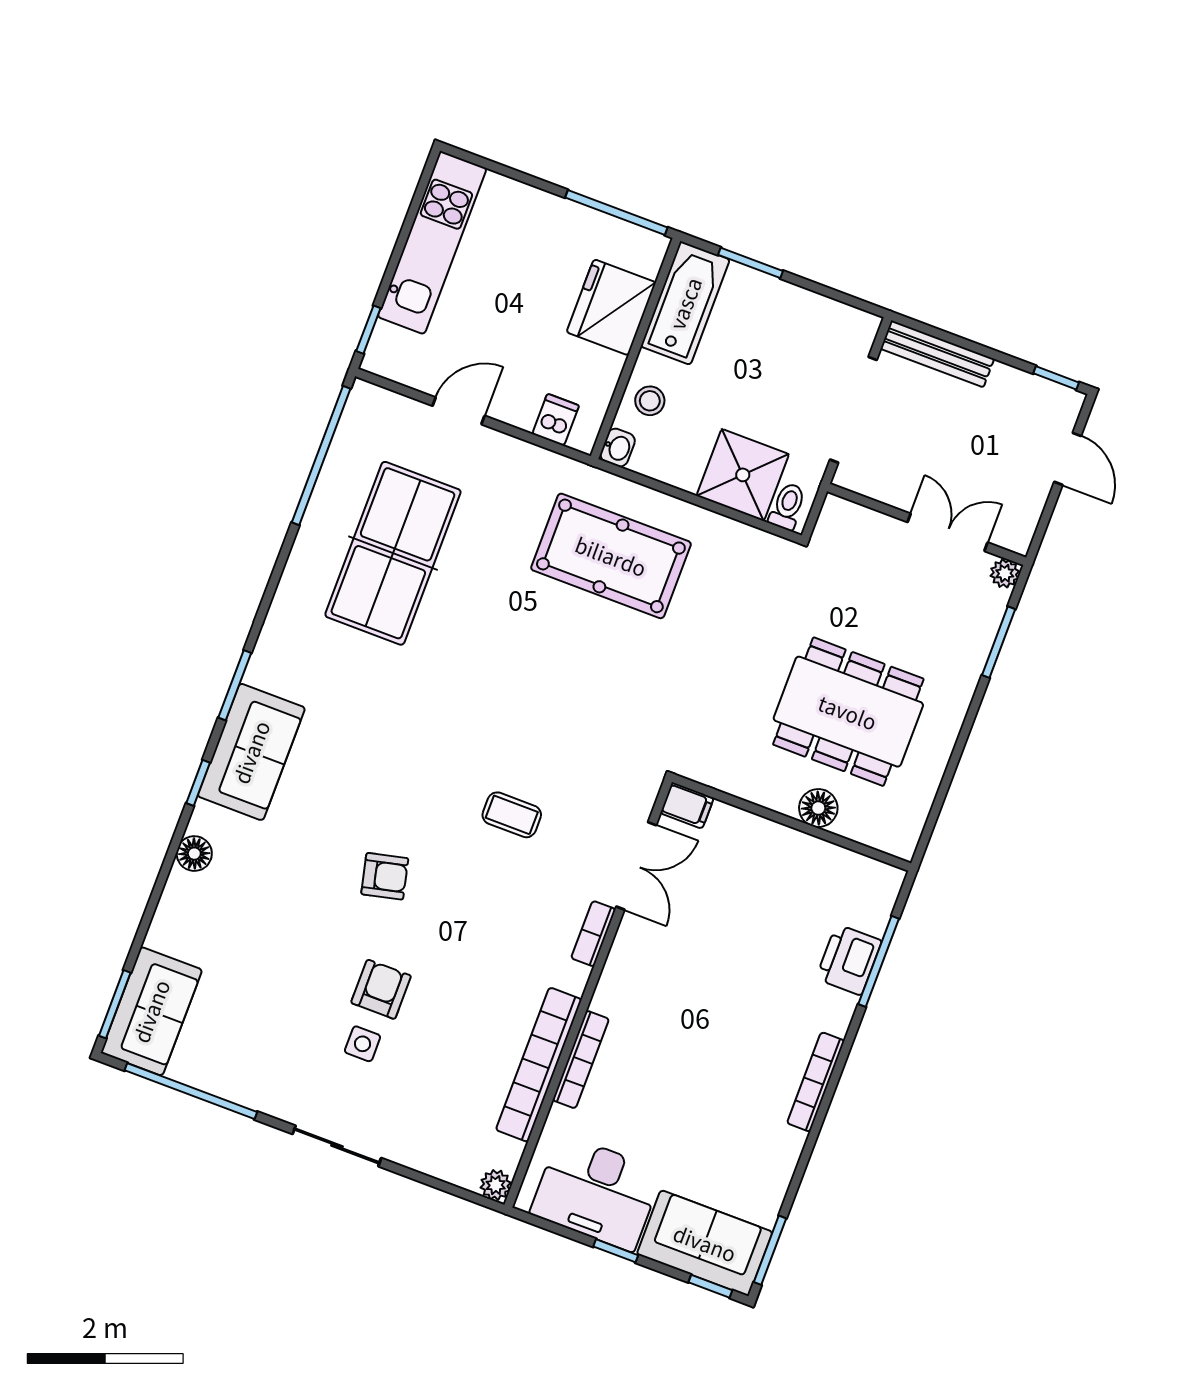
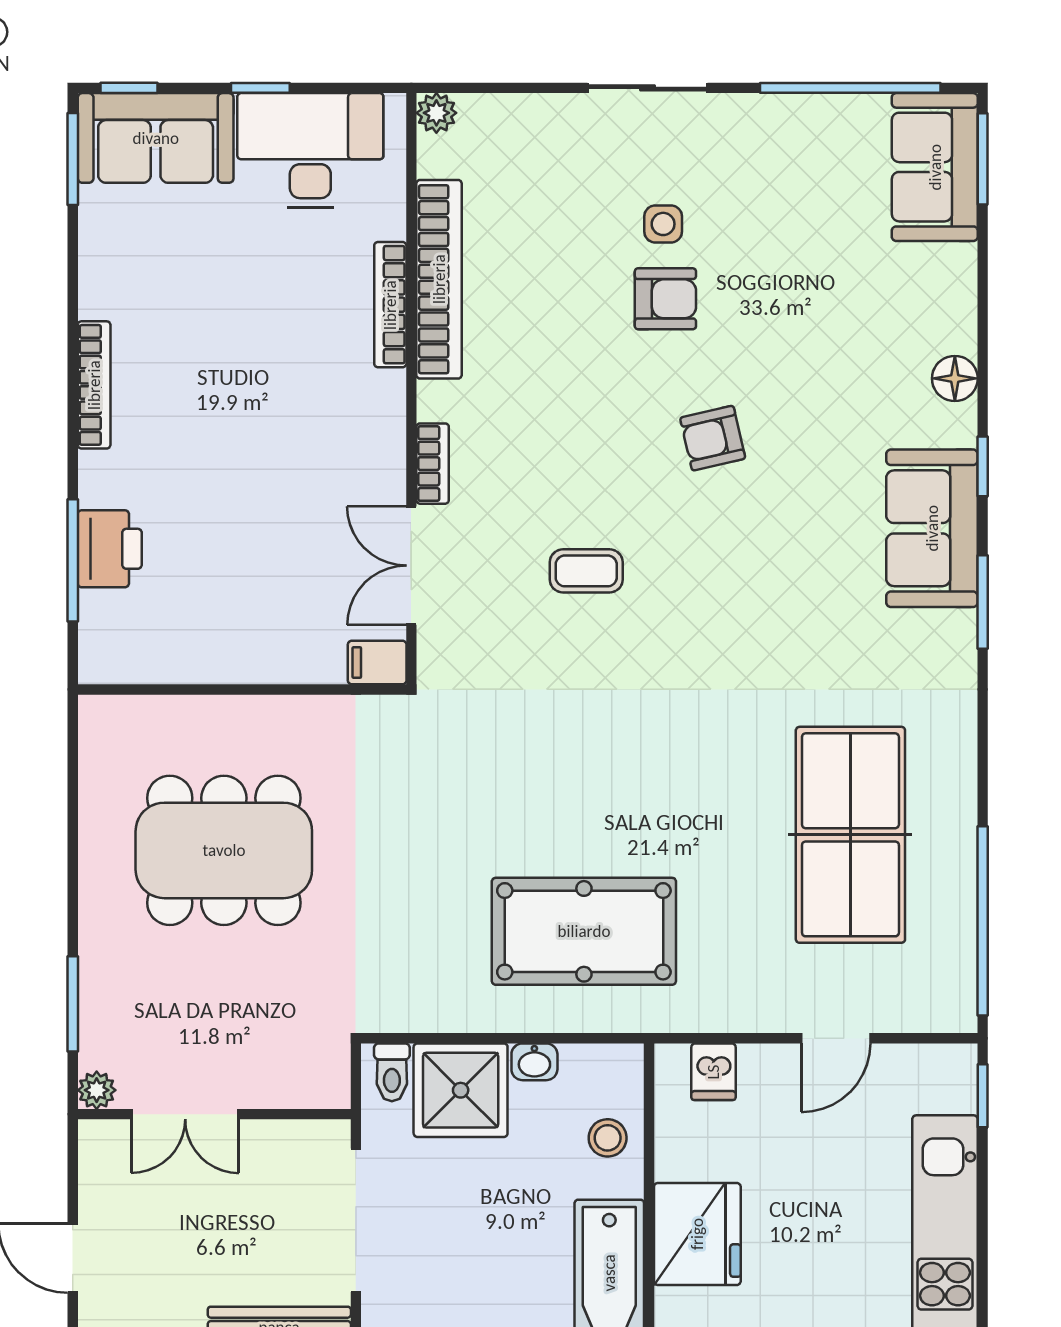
washbasin: (618, 448) -> (534, 1062), moved, turned -90
floor lamp: (818, 808) -> (216, 719), removed
armchair: (381, 989) -> (665, 299), turned -90

